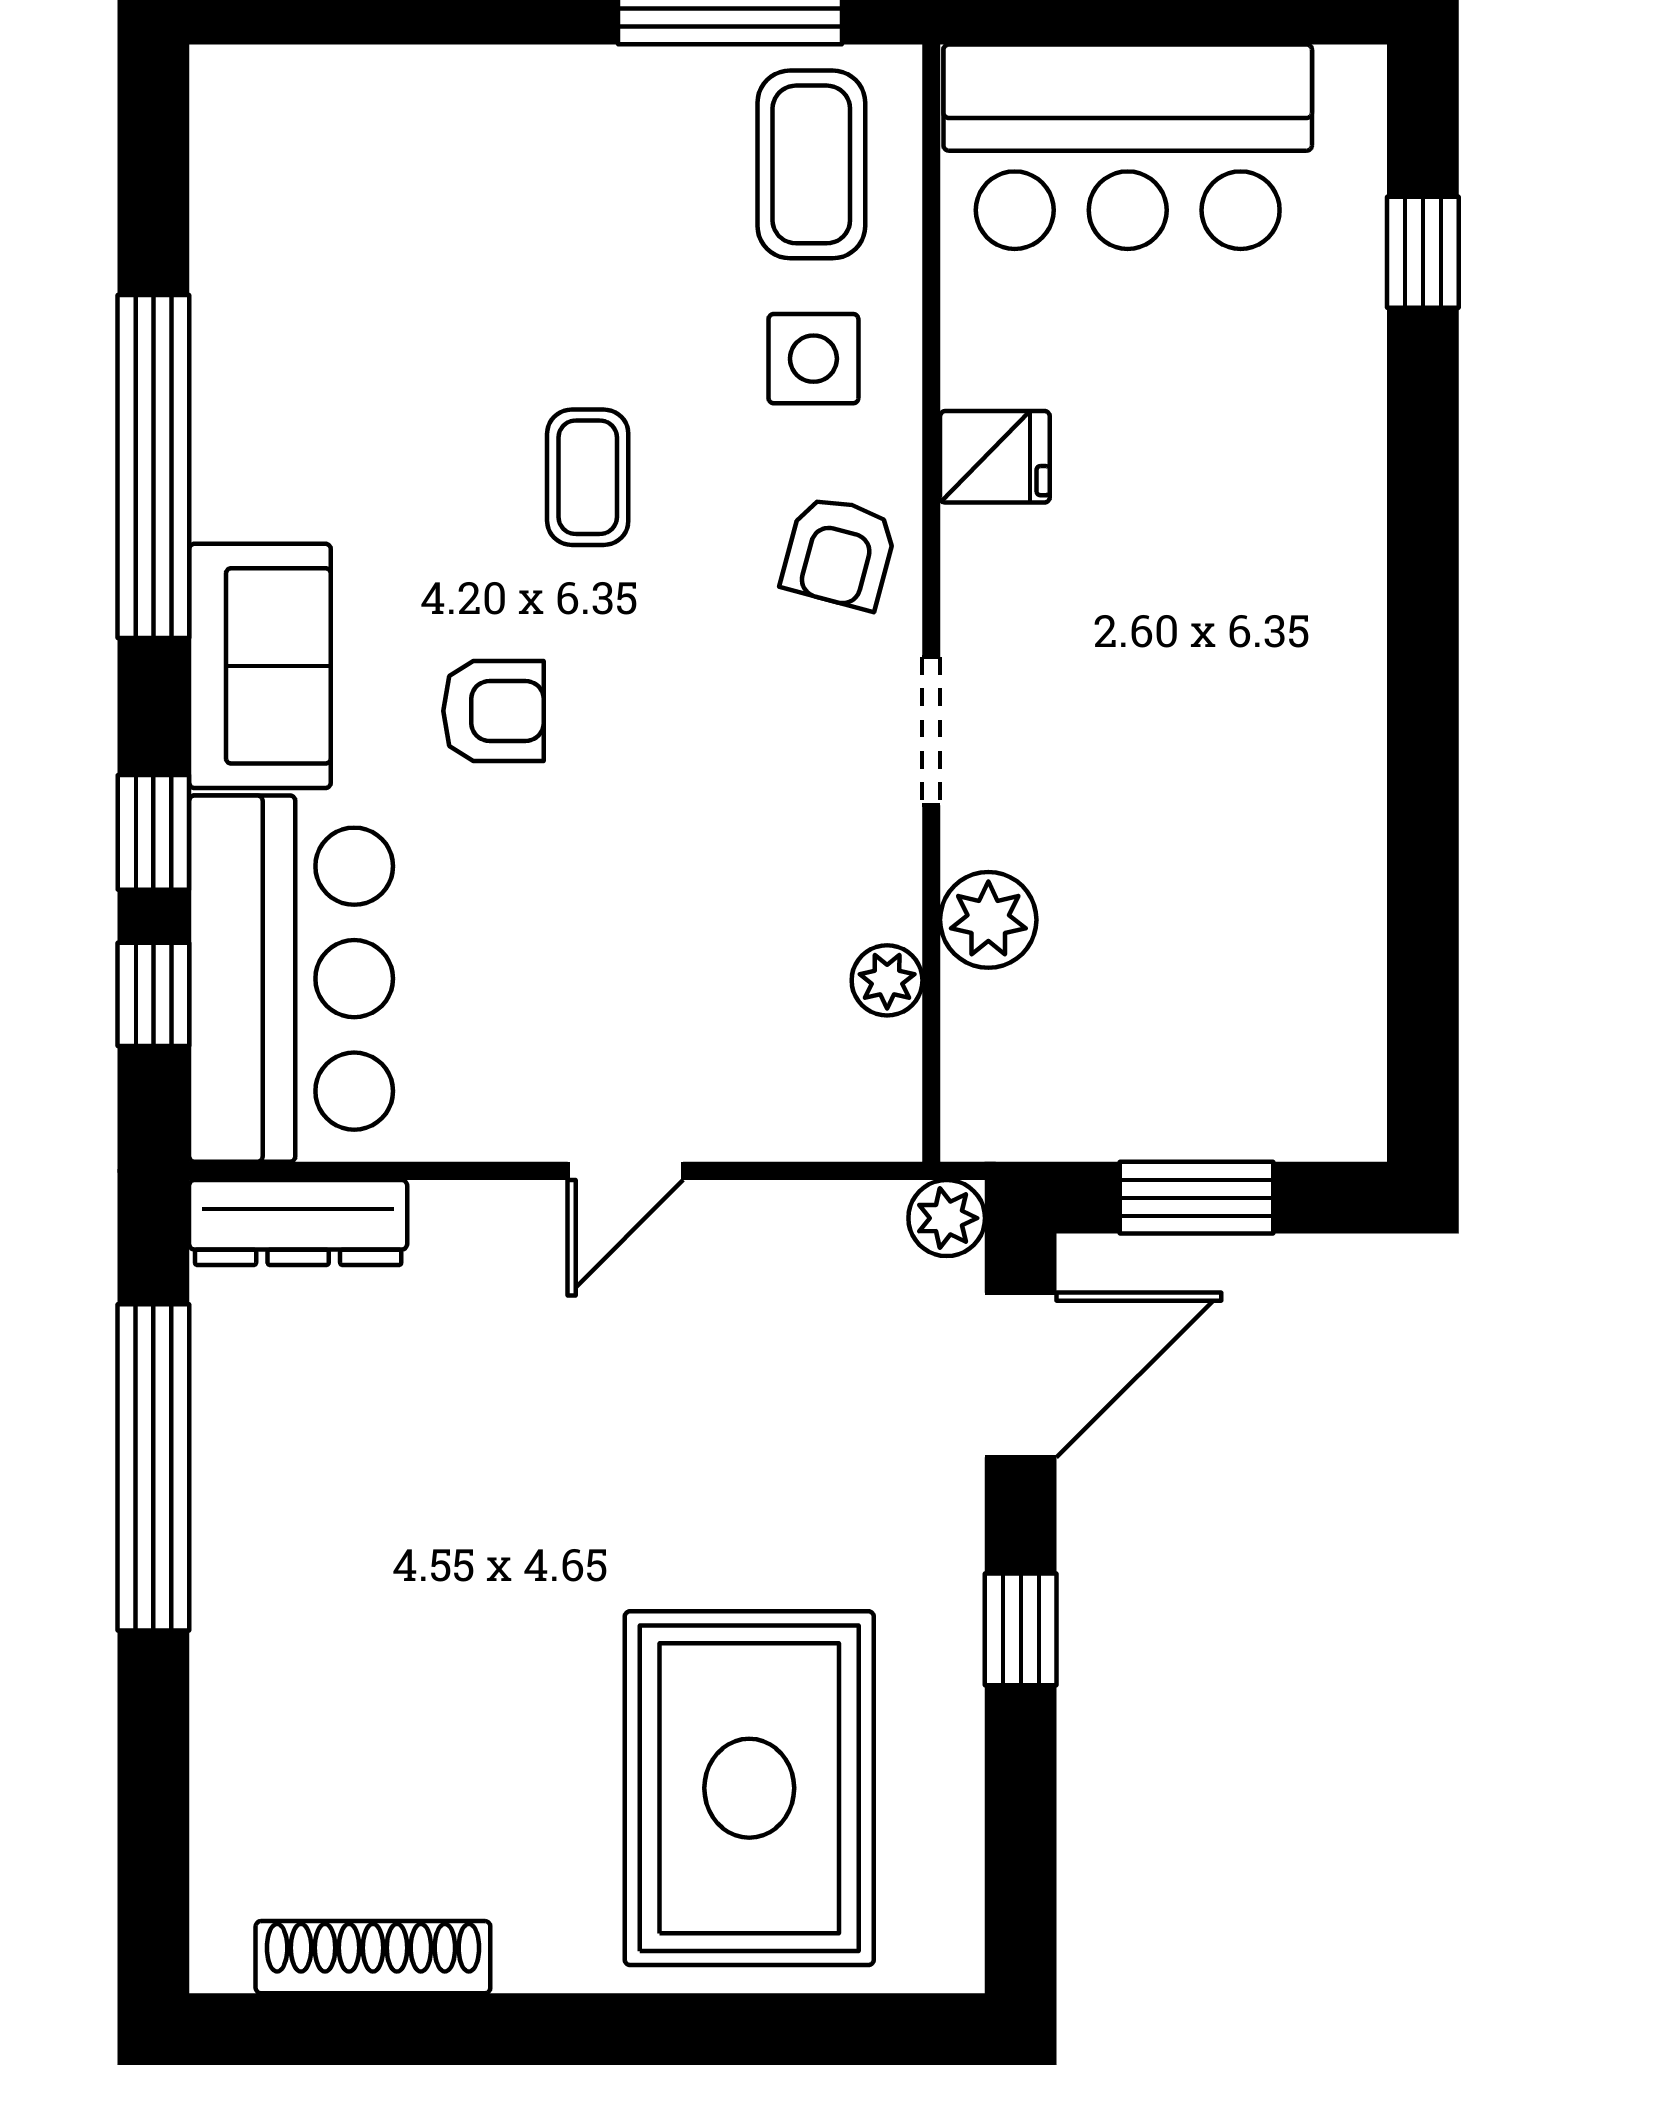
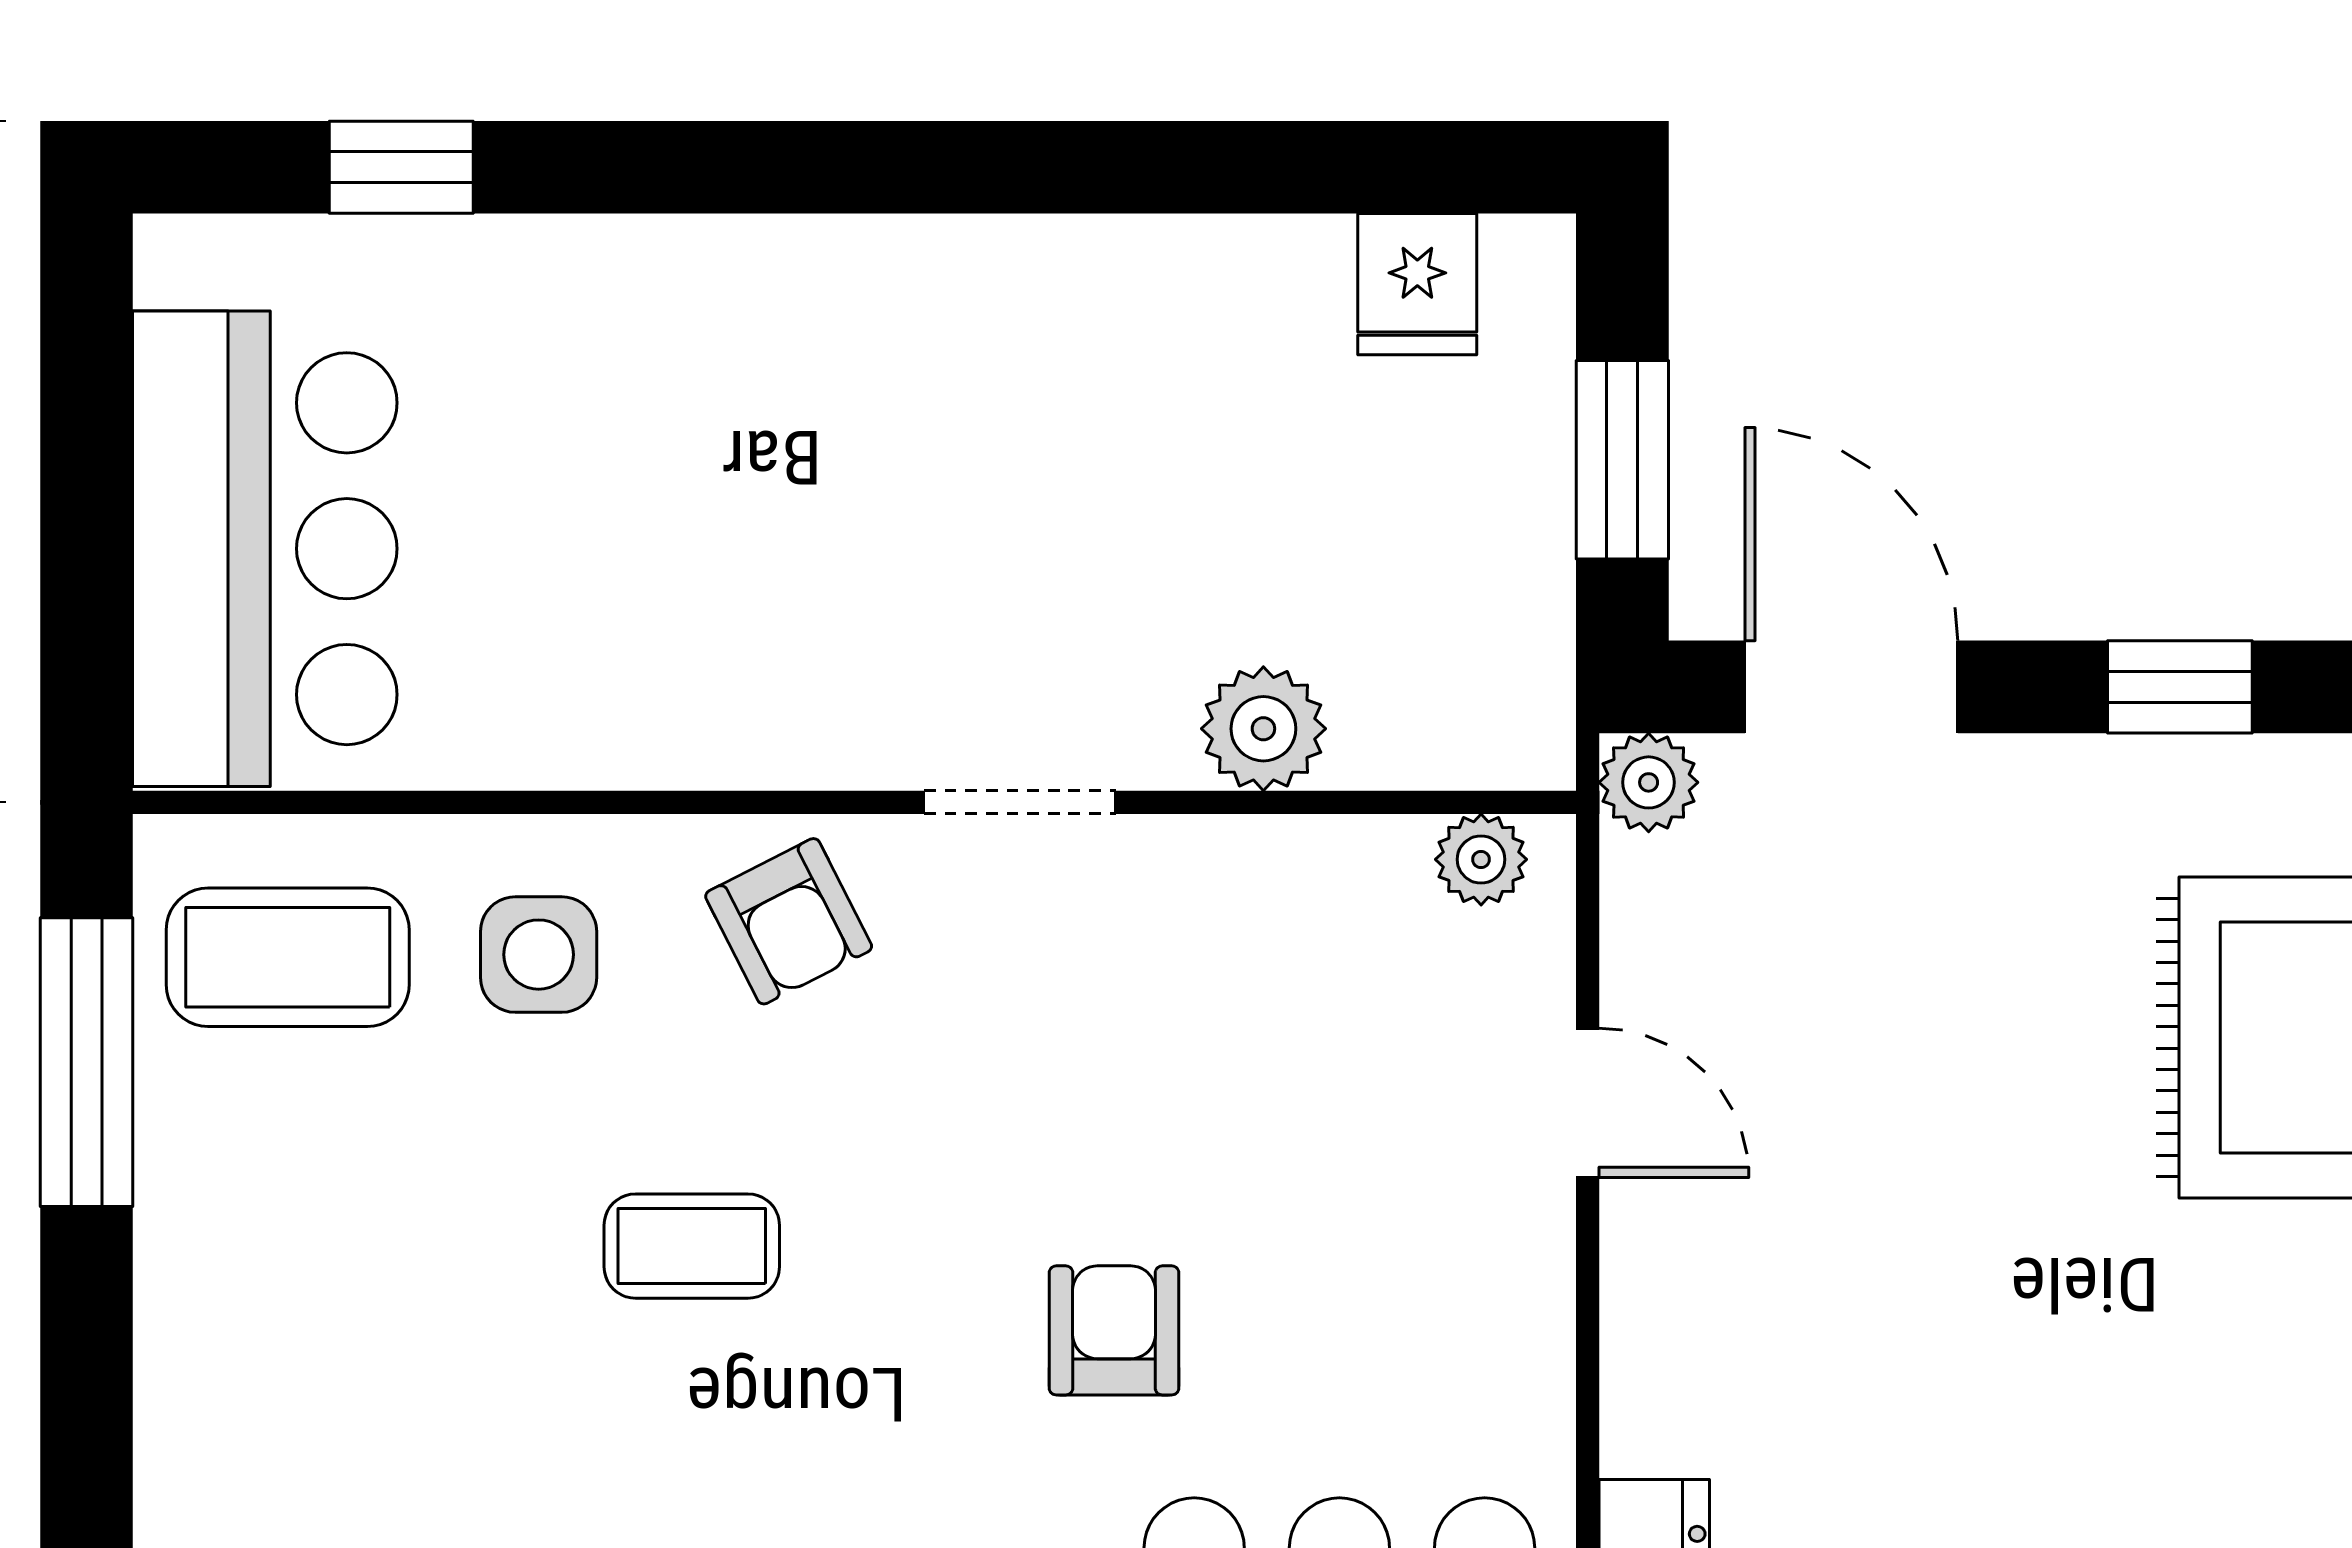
fridge: (995, 457) -> (1417, 284), moved, turned 180
armchair: (839, 552) -> (789, 921), turned 48
armchair: (493, 711) -> (1114, 1330), moved
plant: (887, 980) -> (1481, 859), moved
door: (625, 1171) -> (1588, 1103), moved

